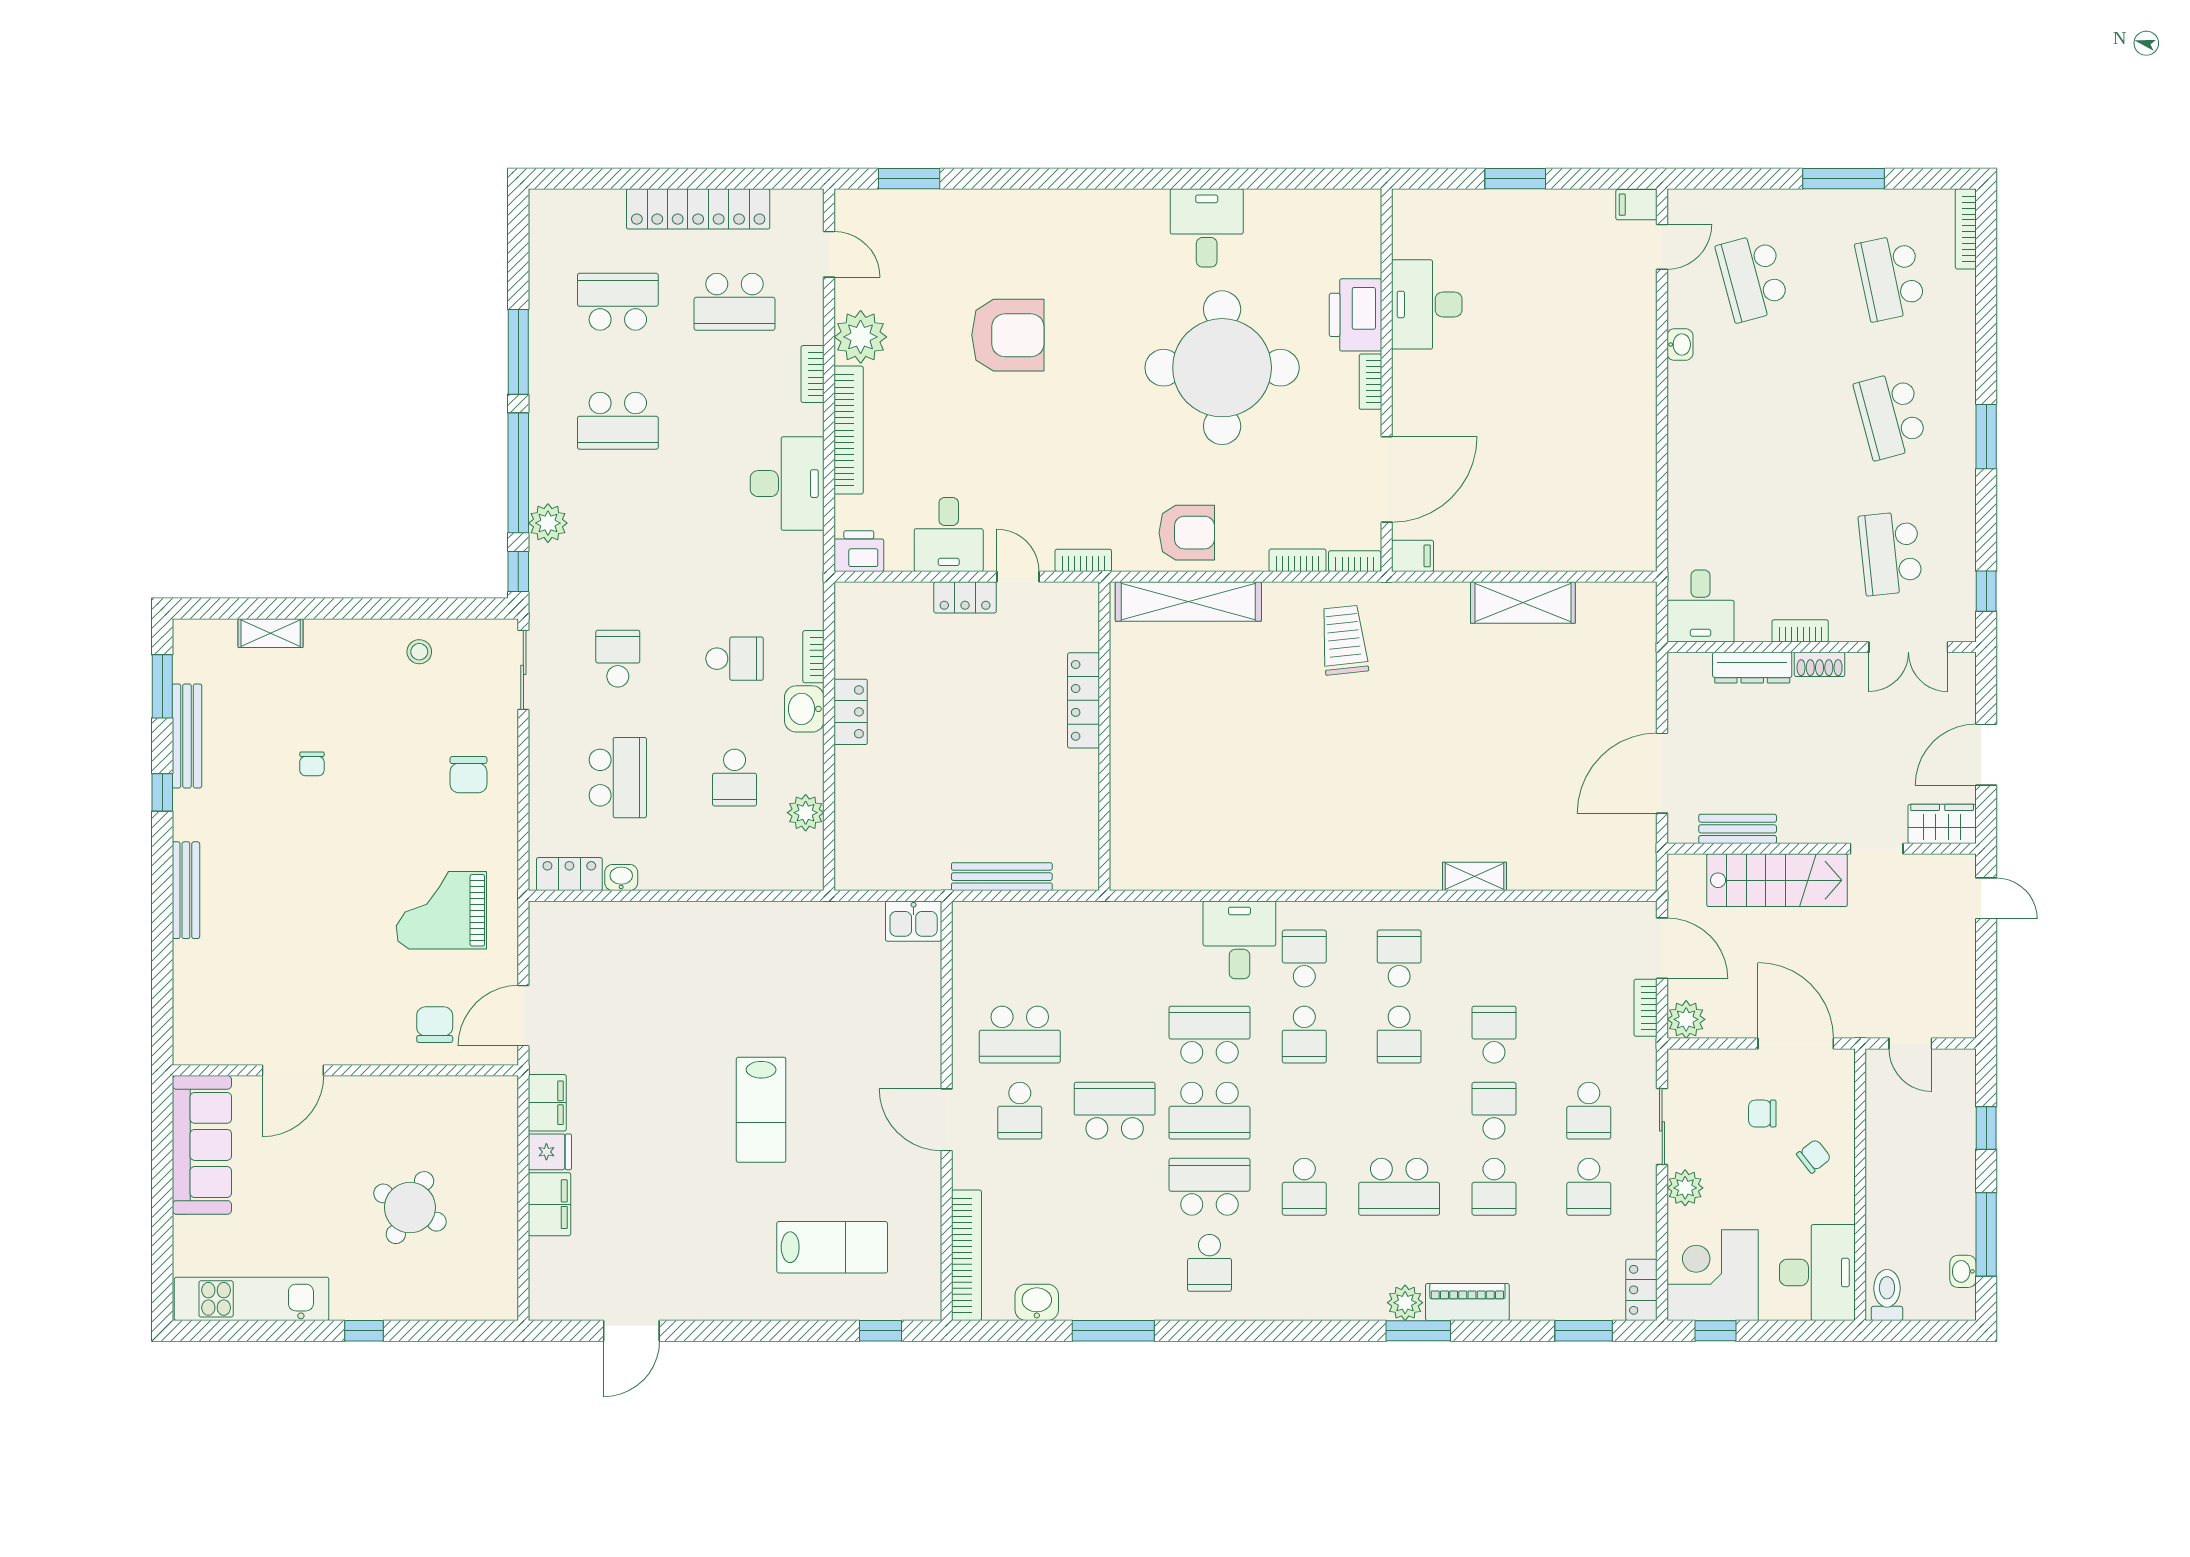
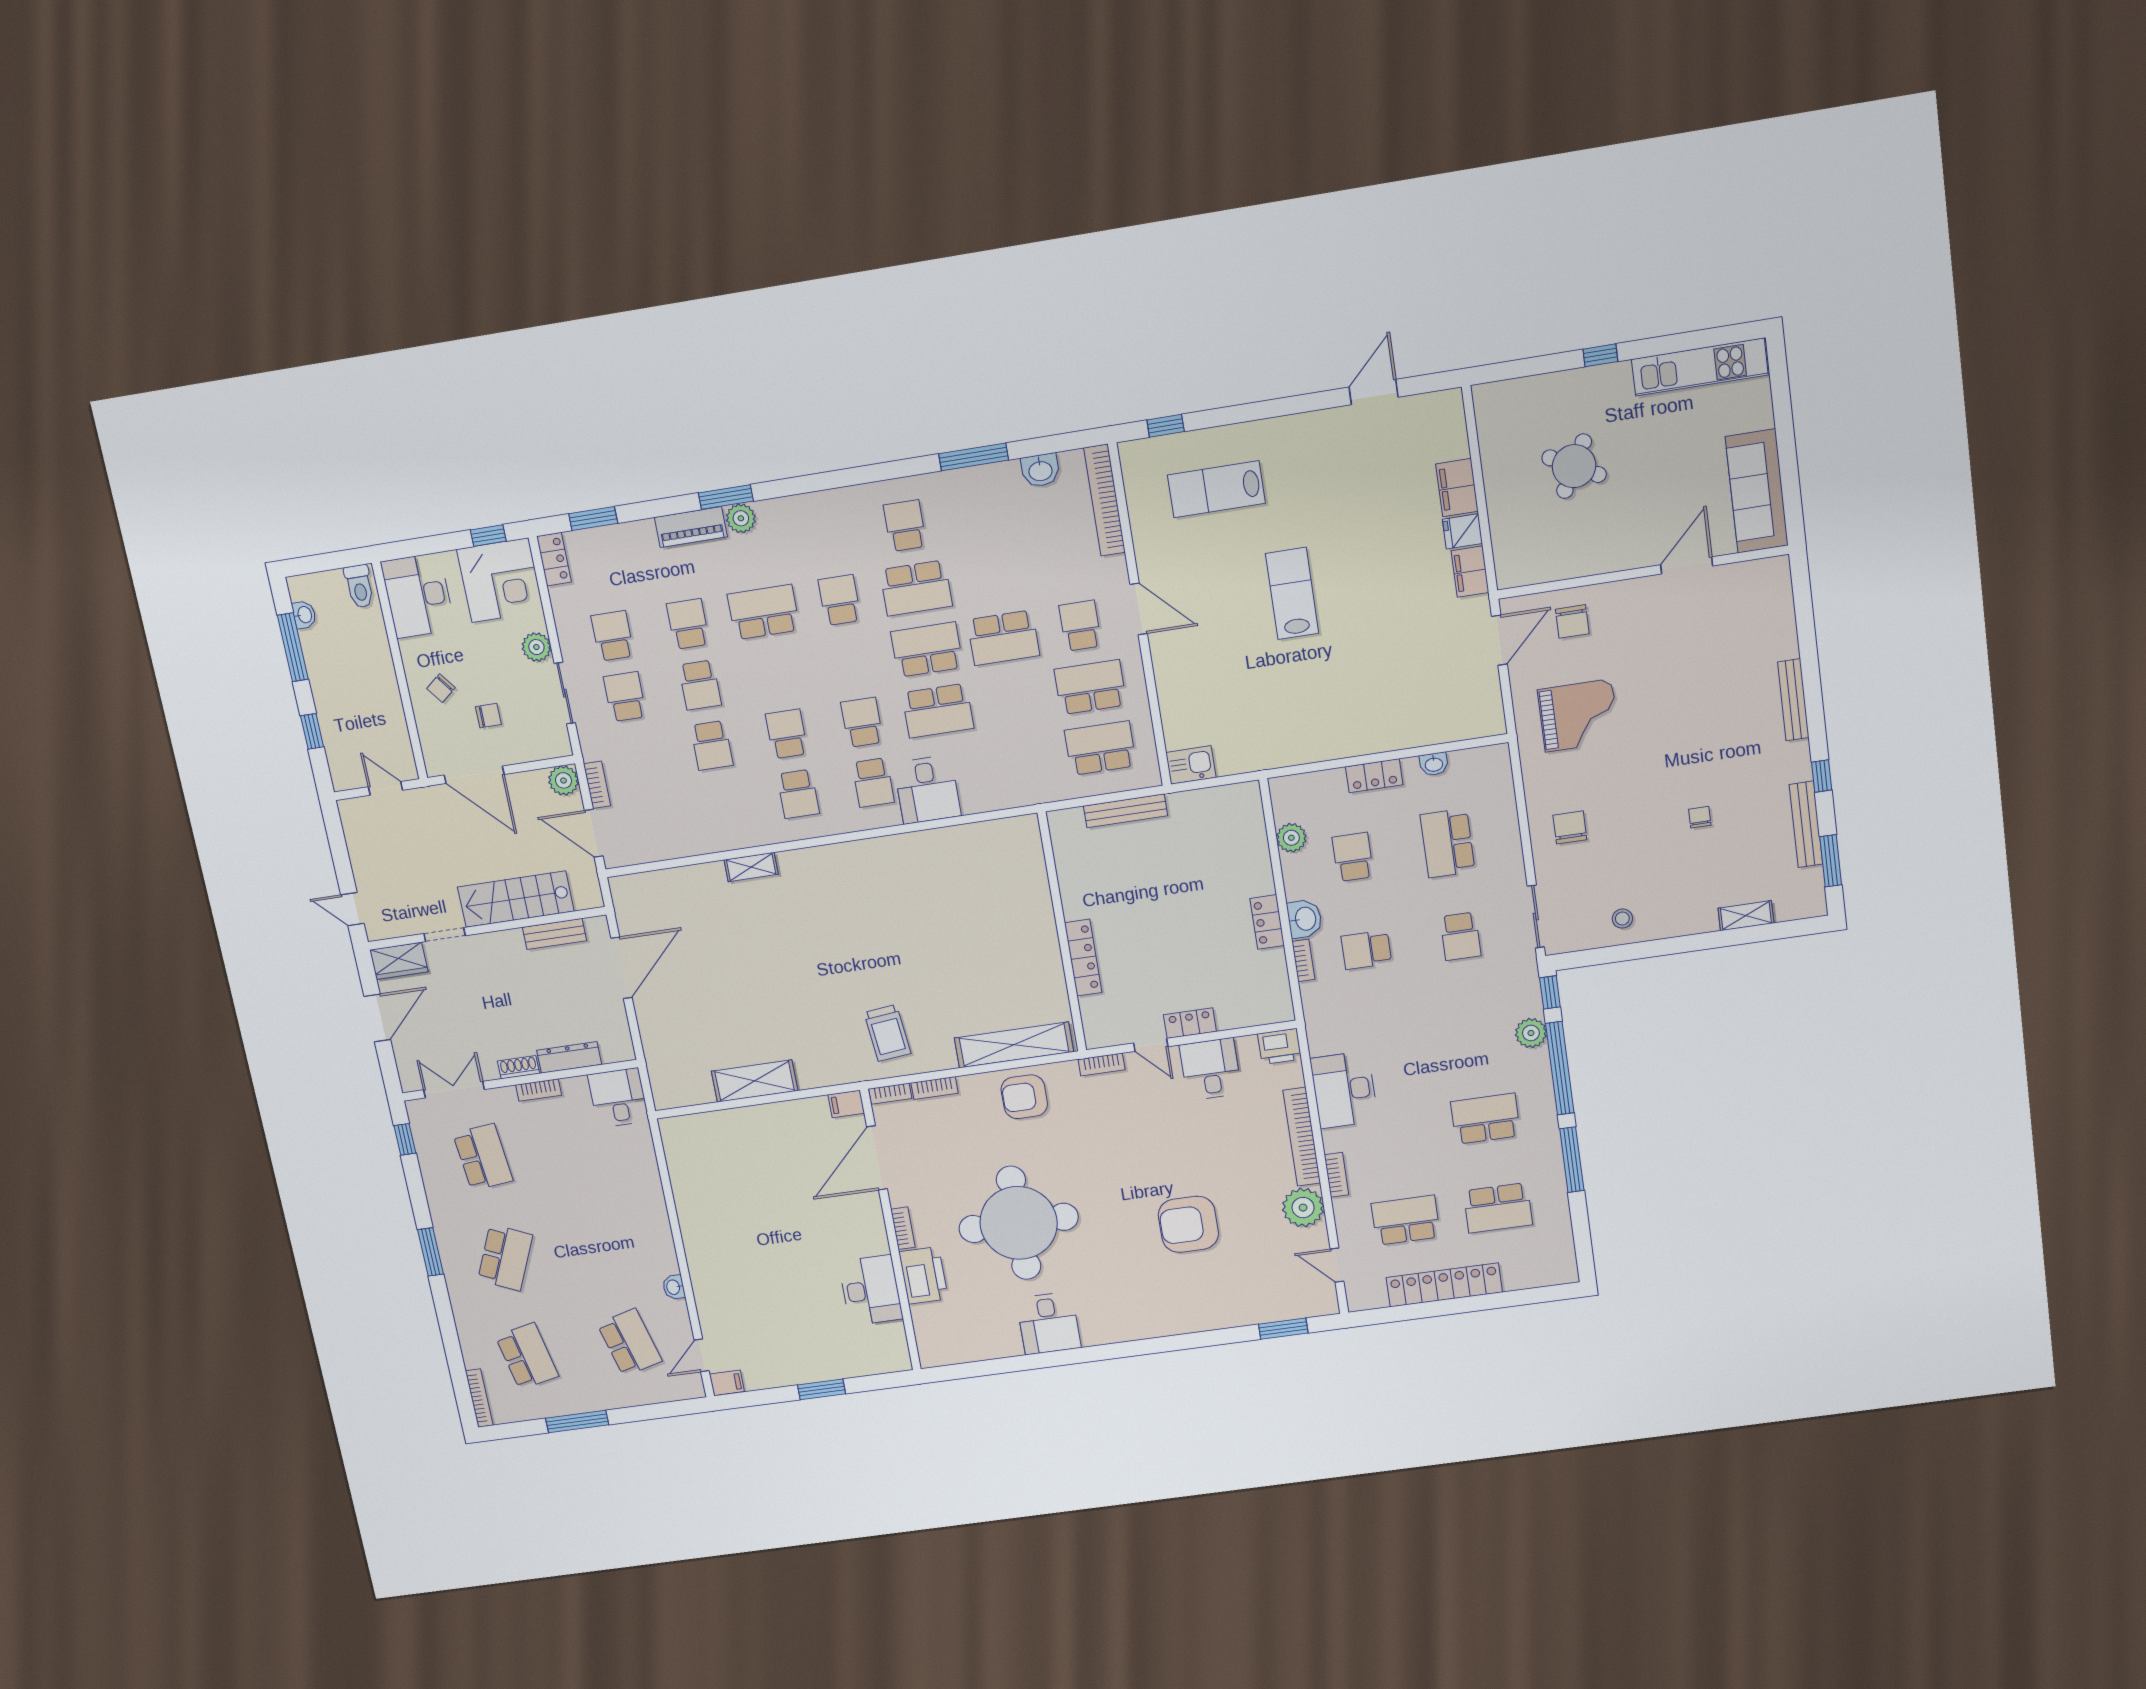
school desk: (1891, 415) -> (505, 1257), turned 39
locker: (569, 874) -> (1374, 776), moved
school desk: (1020, 959) -> (1100, 748), added

